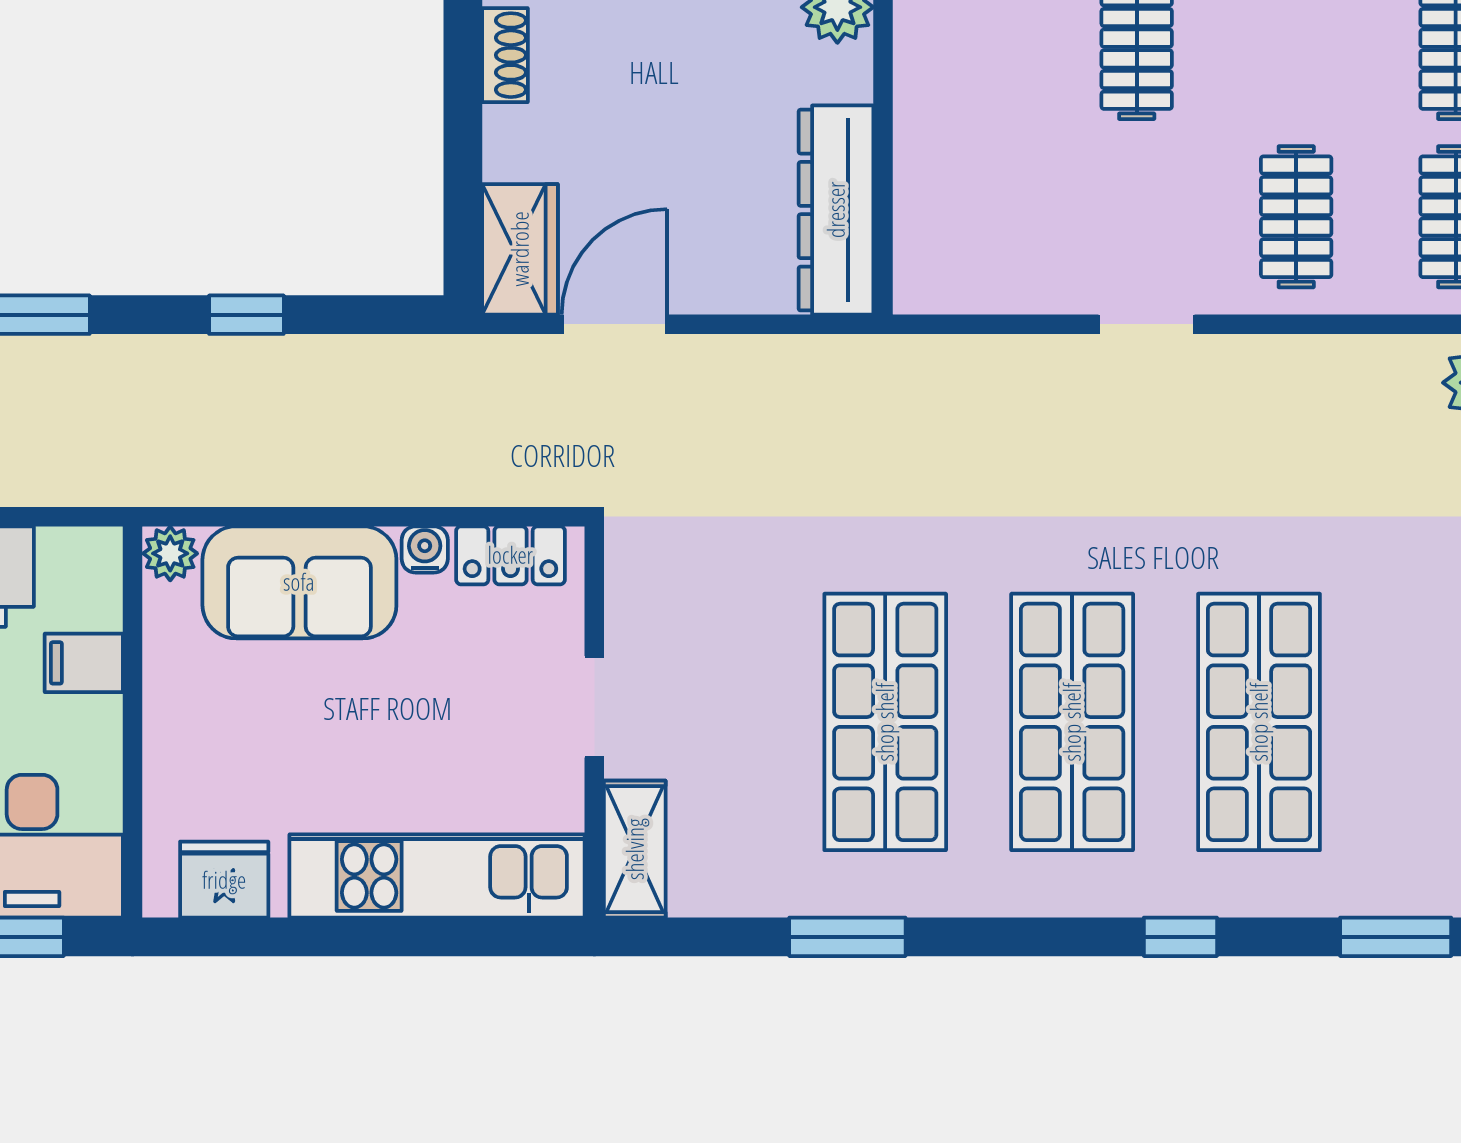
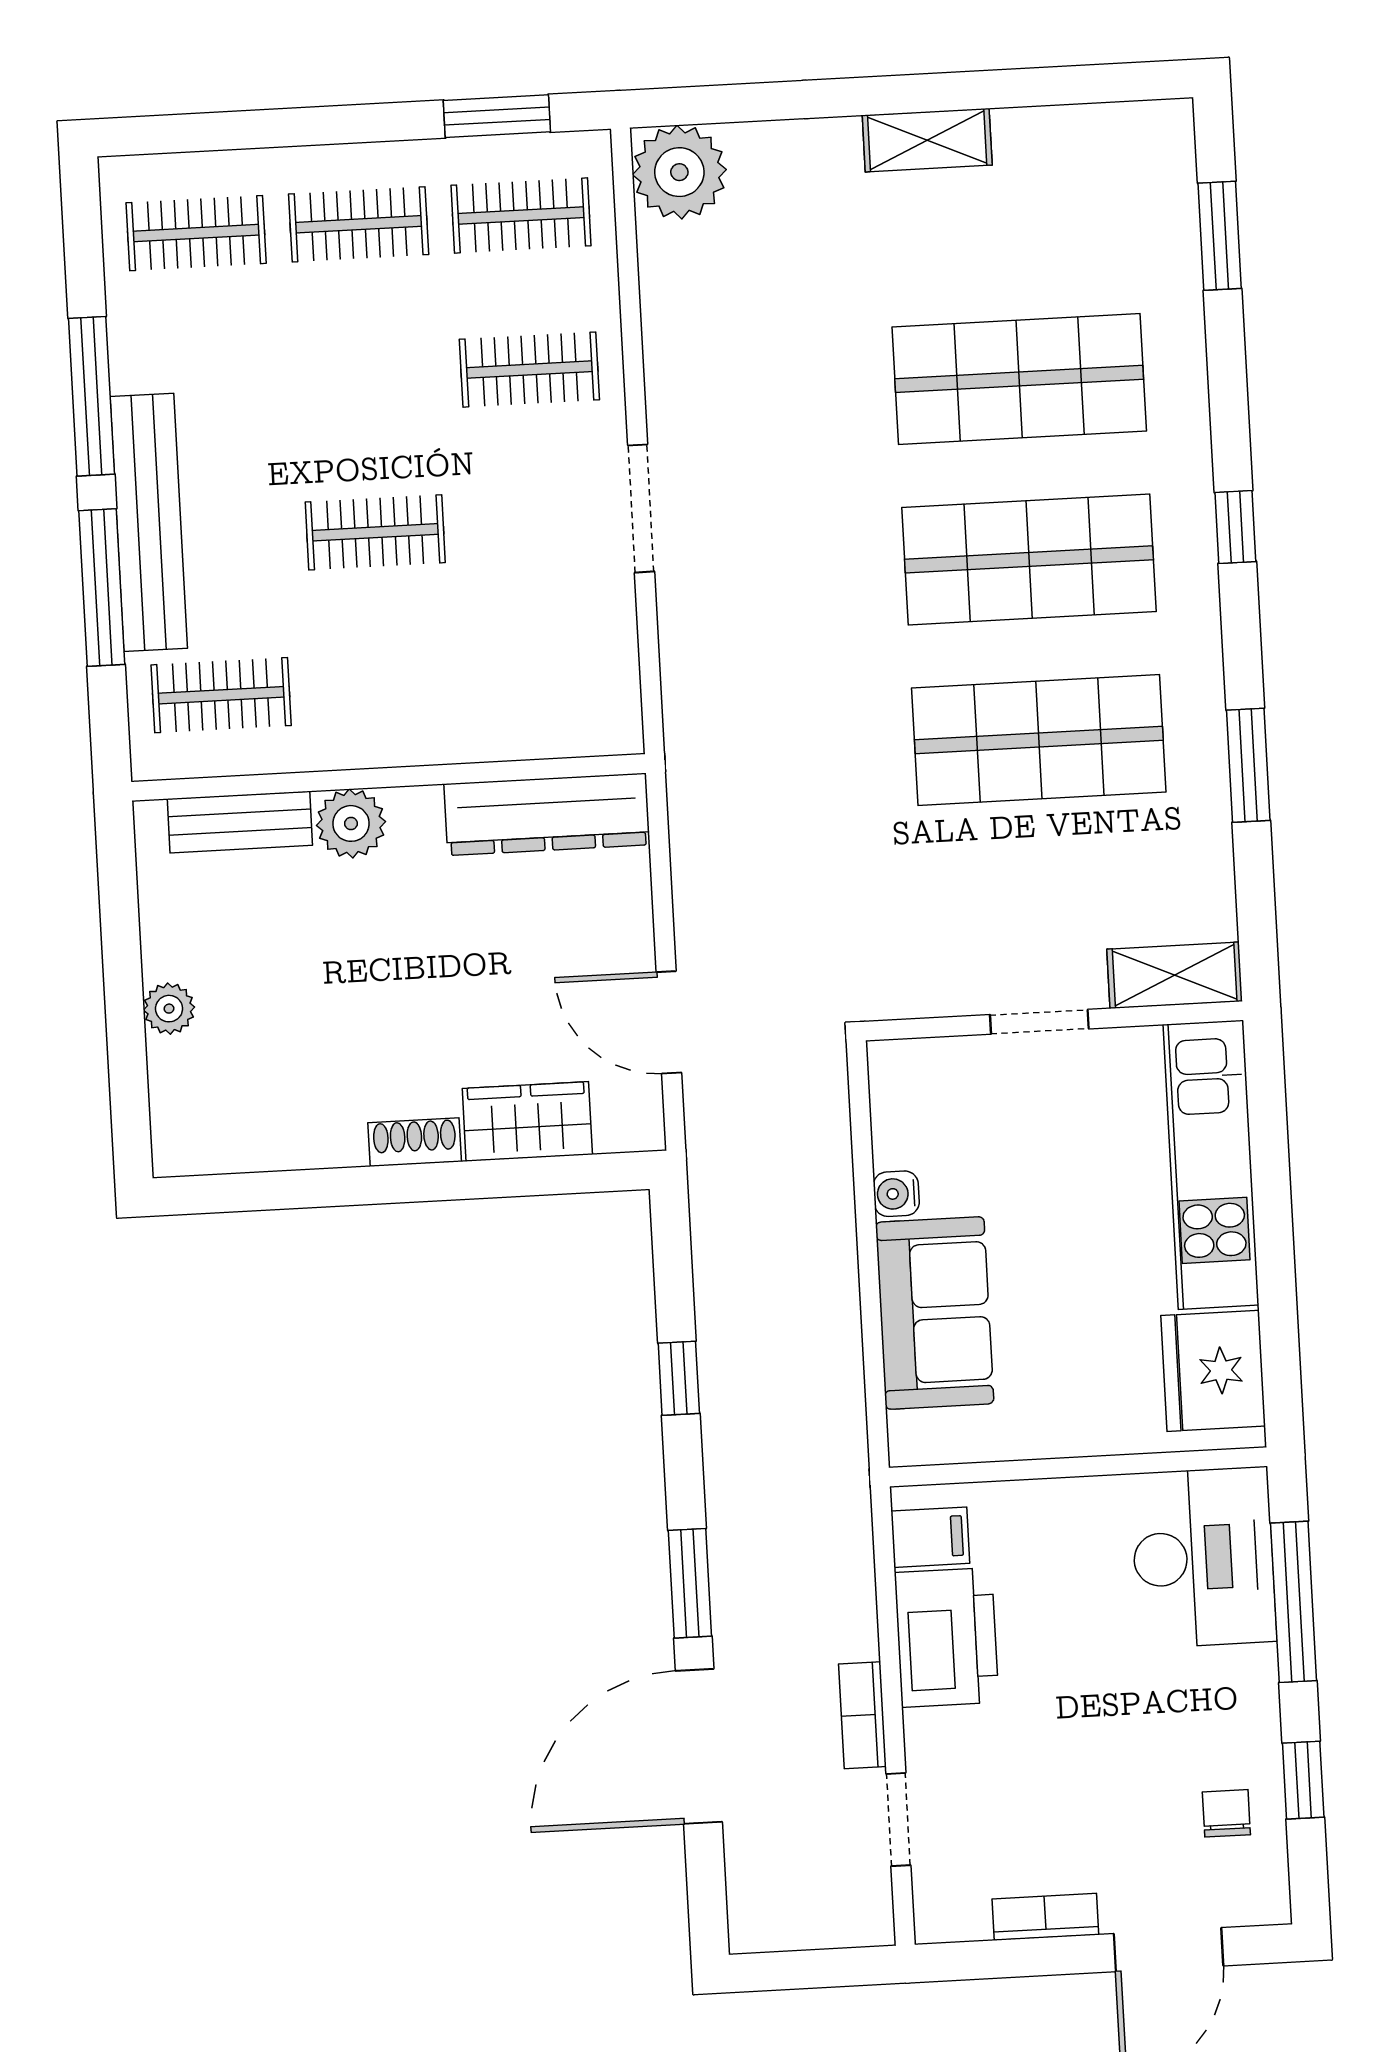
wardrobe: (520, 249) -> (527, 1121), moved
doorway: (1146, 324) -> (641, 508), width x1.38
plant: (170, 553) -> (913, 1439), removed
locker: (510, 555) -> (897, 1111), removed
filing cabinet: (84, 663) -> (930, 1537), moved, turned -90
fridge: (224, 880) -> (1213, 1371), width x1.36, depth x1.34
window: (1180, 937) -> (1235, 527), moved

